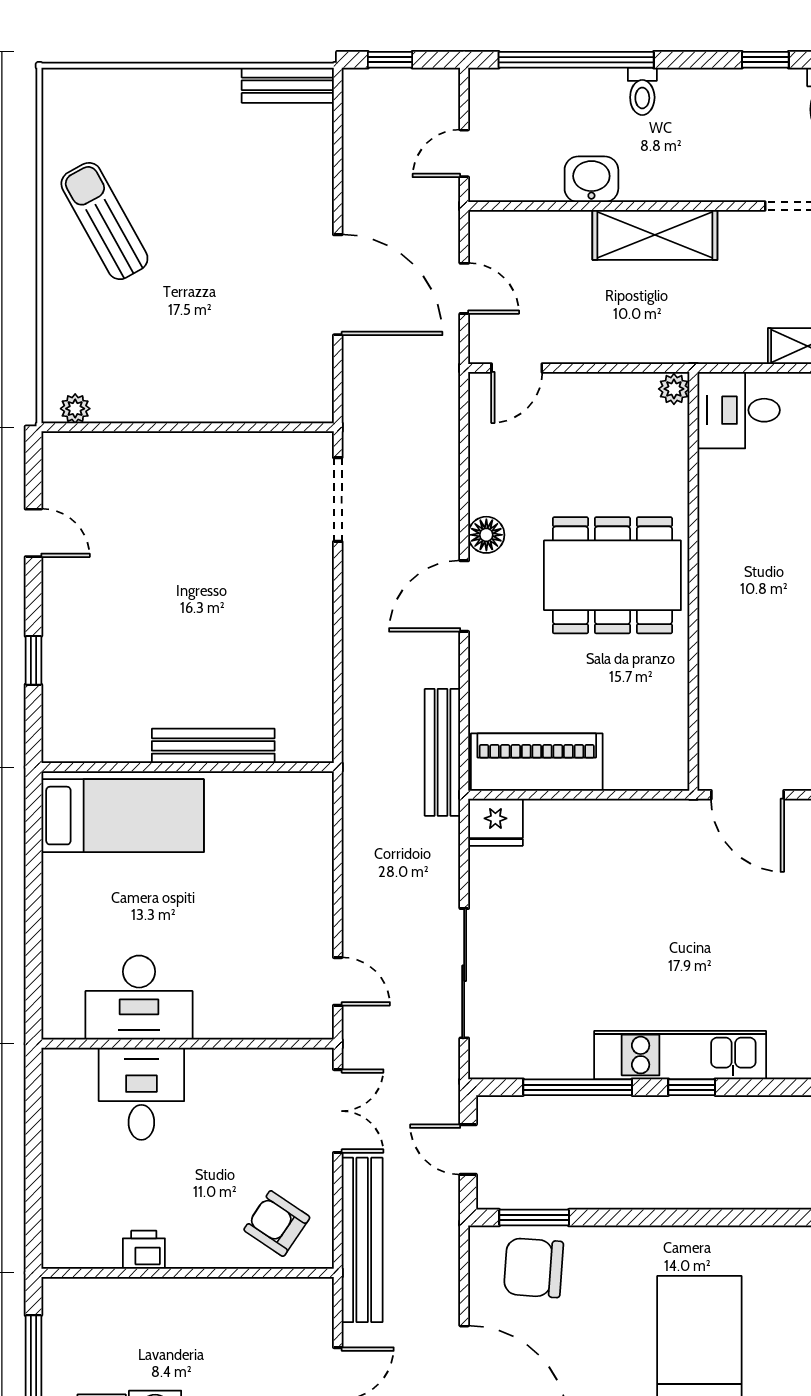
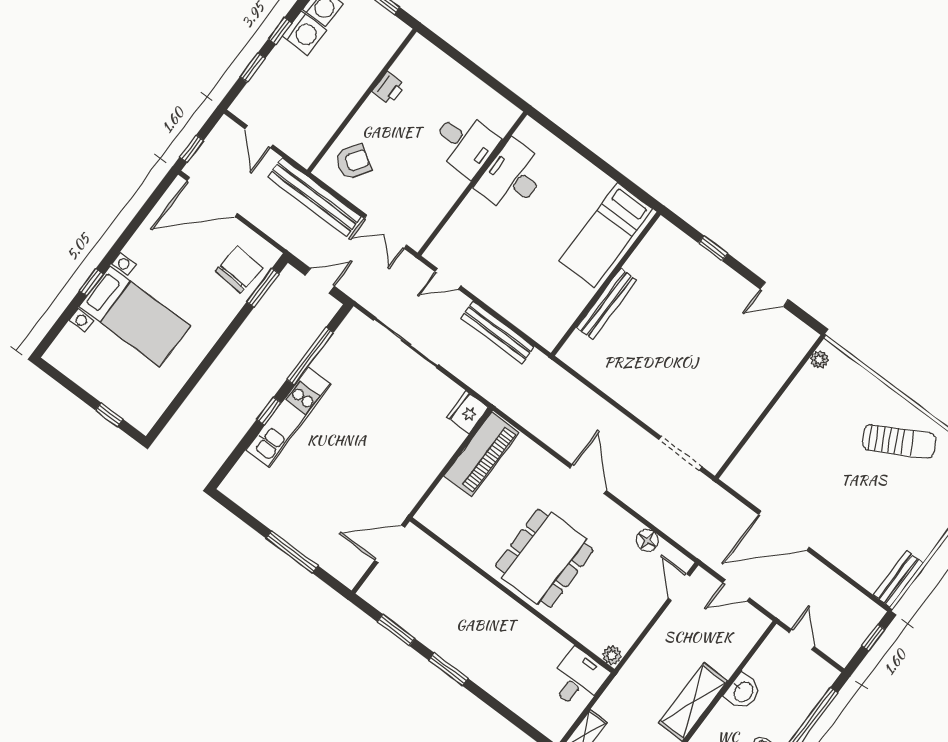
floor lamp: (486, 535) -> (647, 540), moved
bench: (442, 752) -> (498, 332), moved

